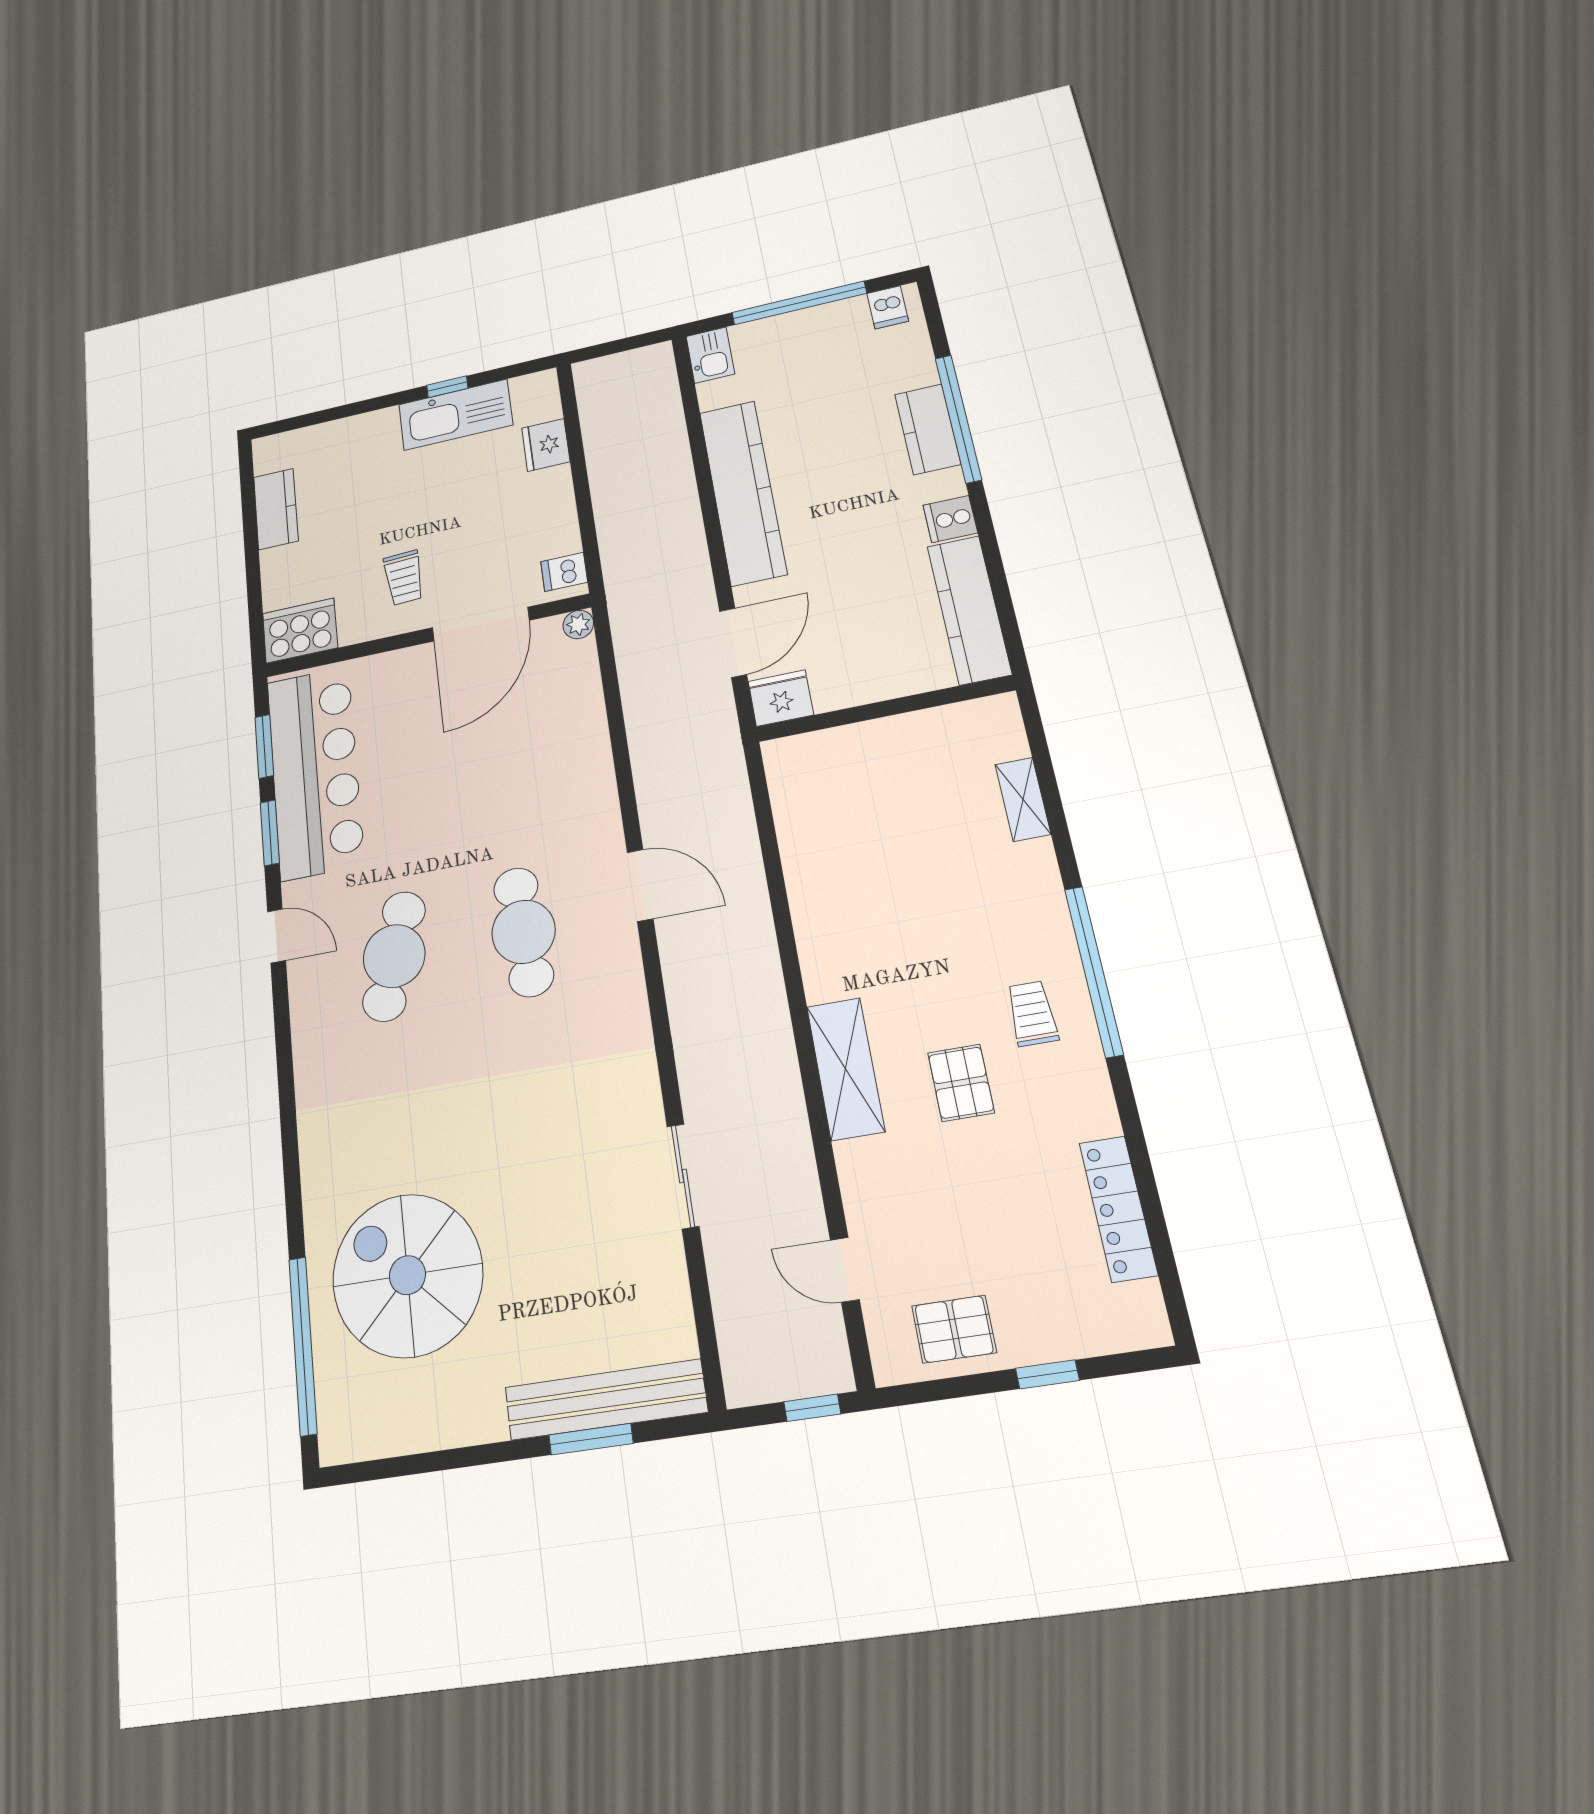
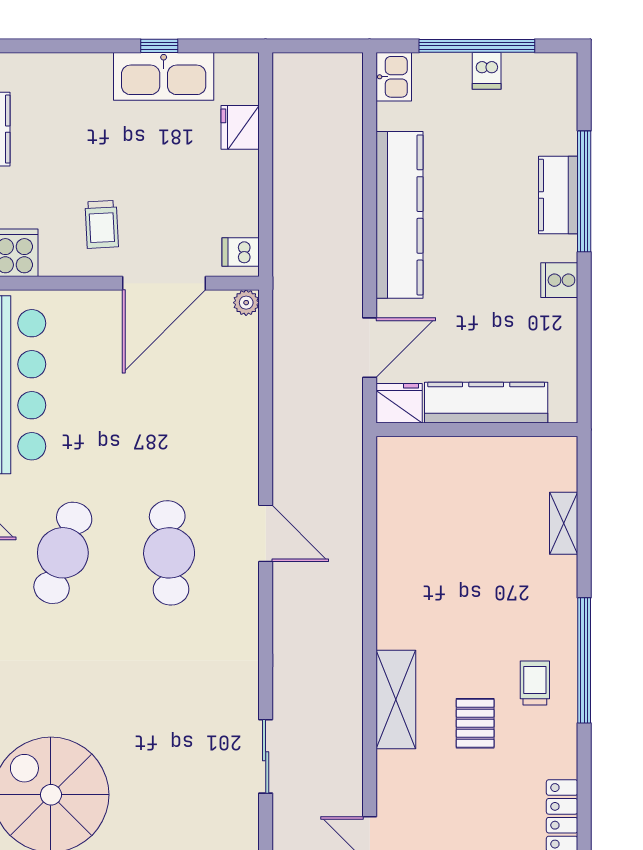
dishwasher: (888, 307) -> (487, 71), moved
kitchen counter: (969, 610) -> (486, 403), moved, turned 90

